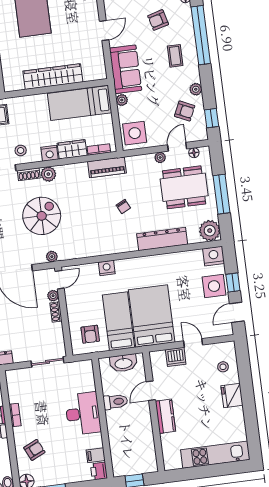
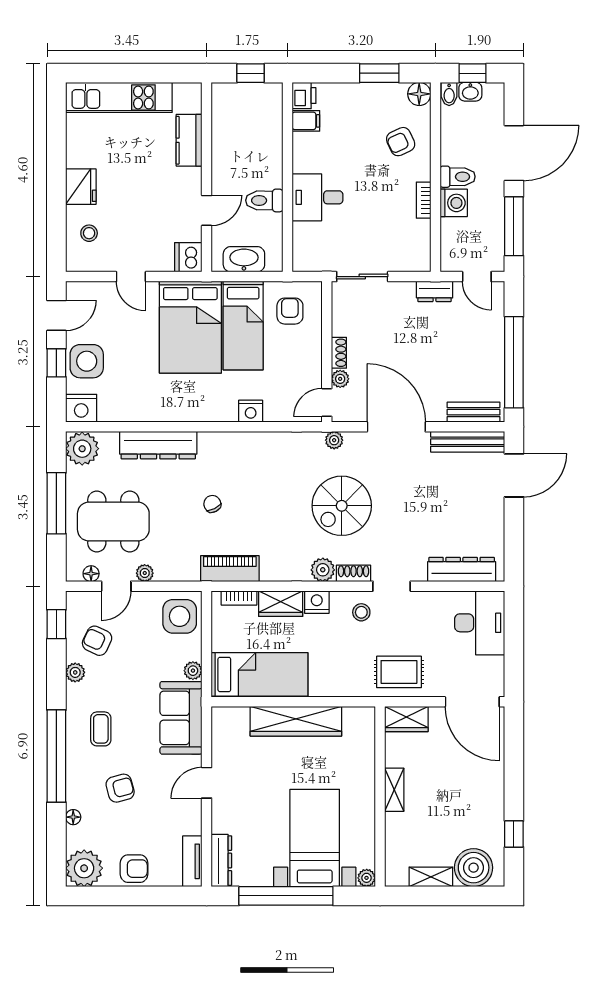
dishwasher: (176, 357) -> (188, 257), moved, turned -90
desk: (83, 414) -> (317, 197), width x0.73
kitchen counter: (165, 416) -> (189, 140), moved

